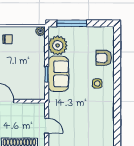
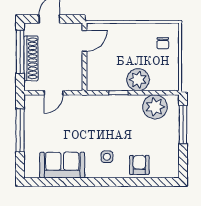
plant: (40, 31) -> (138, 80), moved, width x1.87, depth x1.87
sofa: (58, 74) -> (62, 165), moved, turned 180

